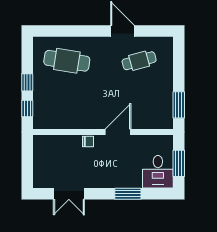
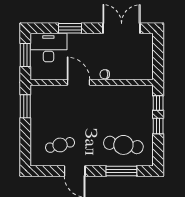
window: (69, 31) -> (121, 171), added
door: (118, 132) -> (78, 82), swing flipped
desk: (158, 172) -> (48, 48), width x1.37
double door: (69, 194) -> (122, 28), width x1.37

